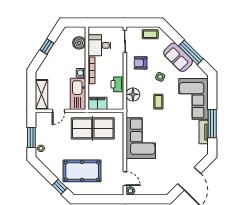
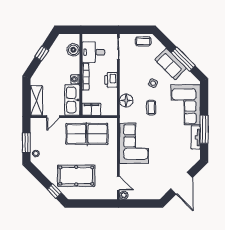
armchair: (141, 63) -> (134, 69), removed
printer: (117, 84) -> (111, 80), moved

